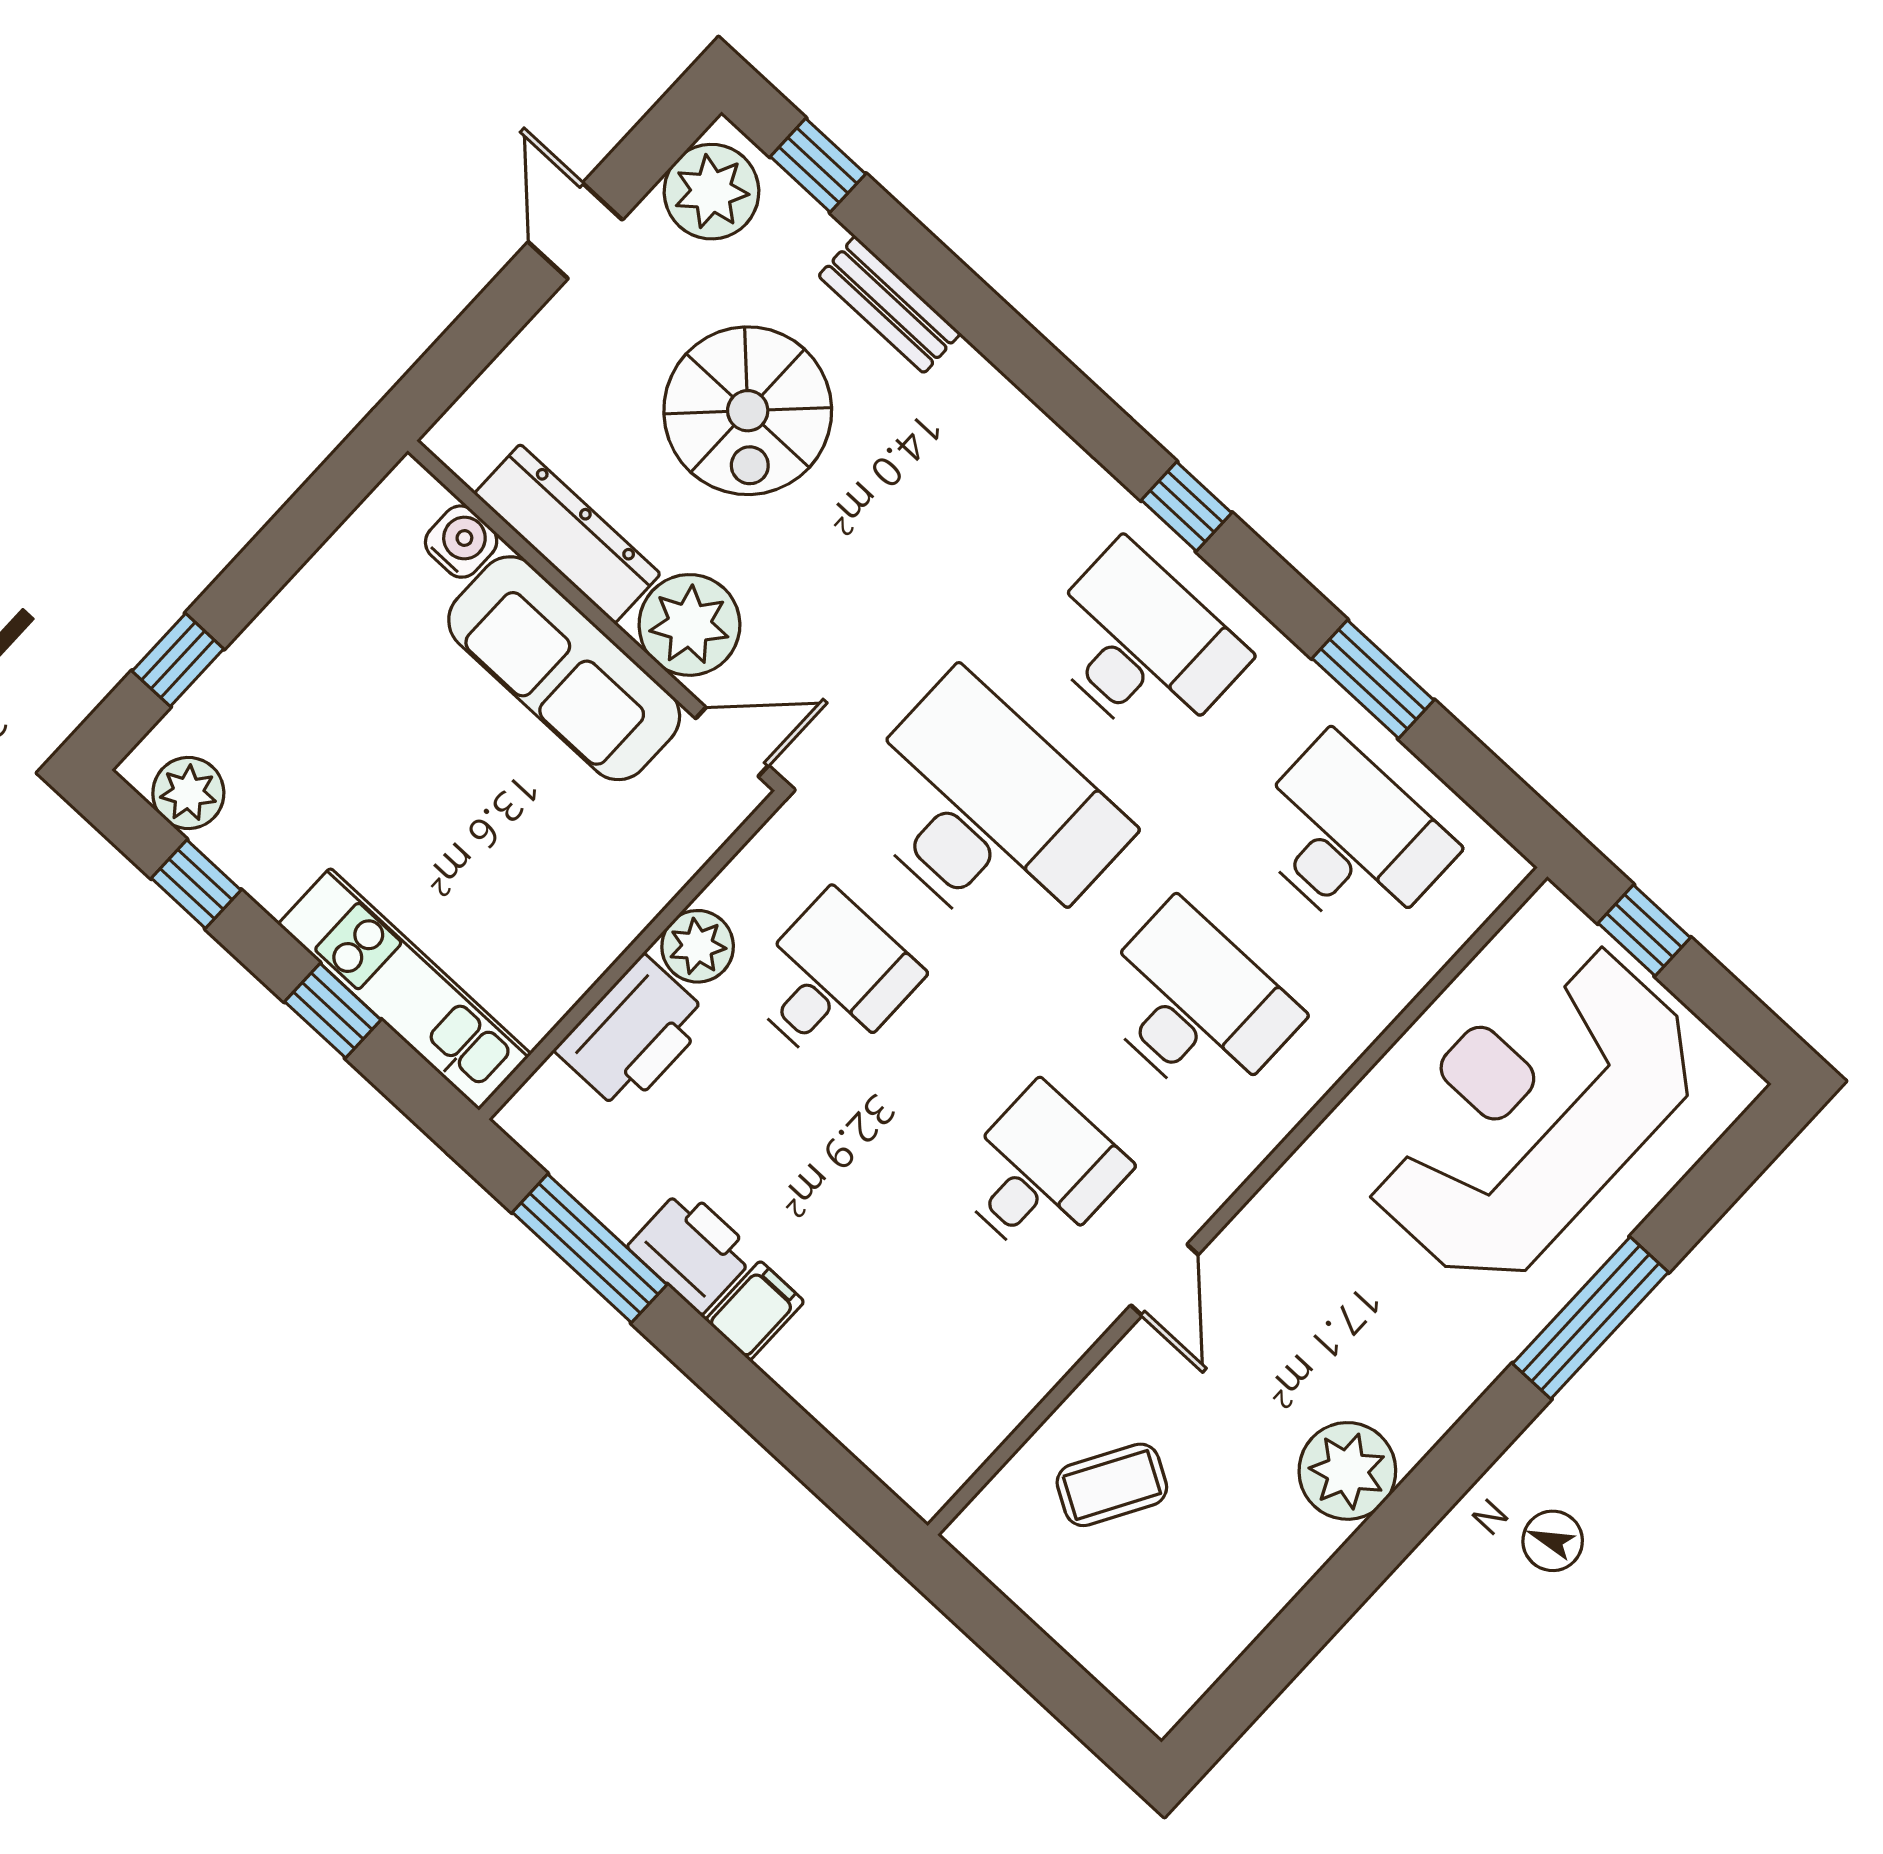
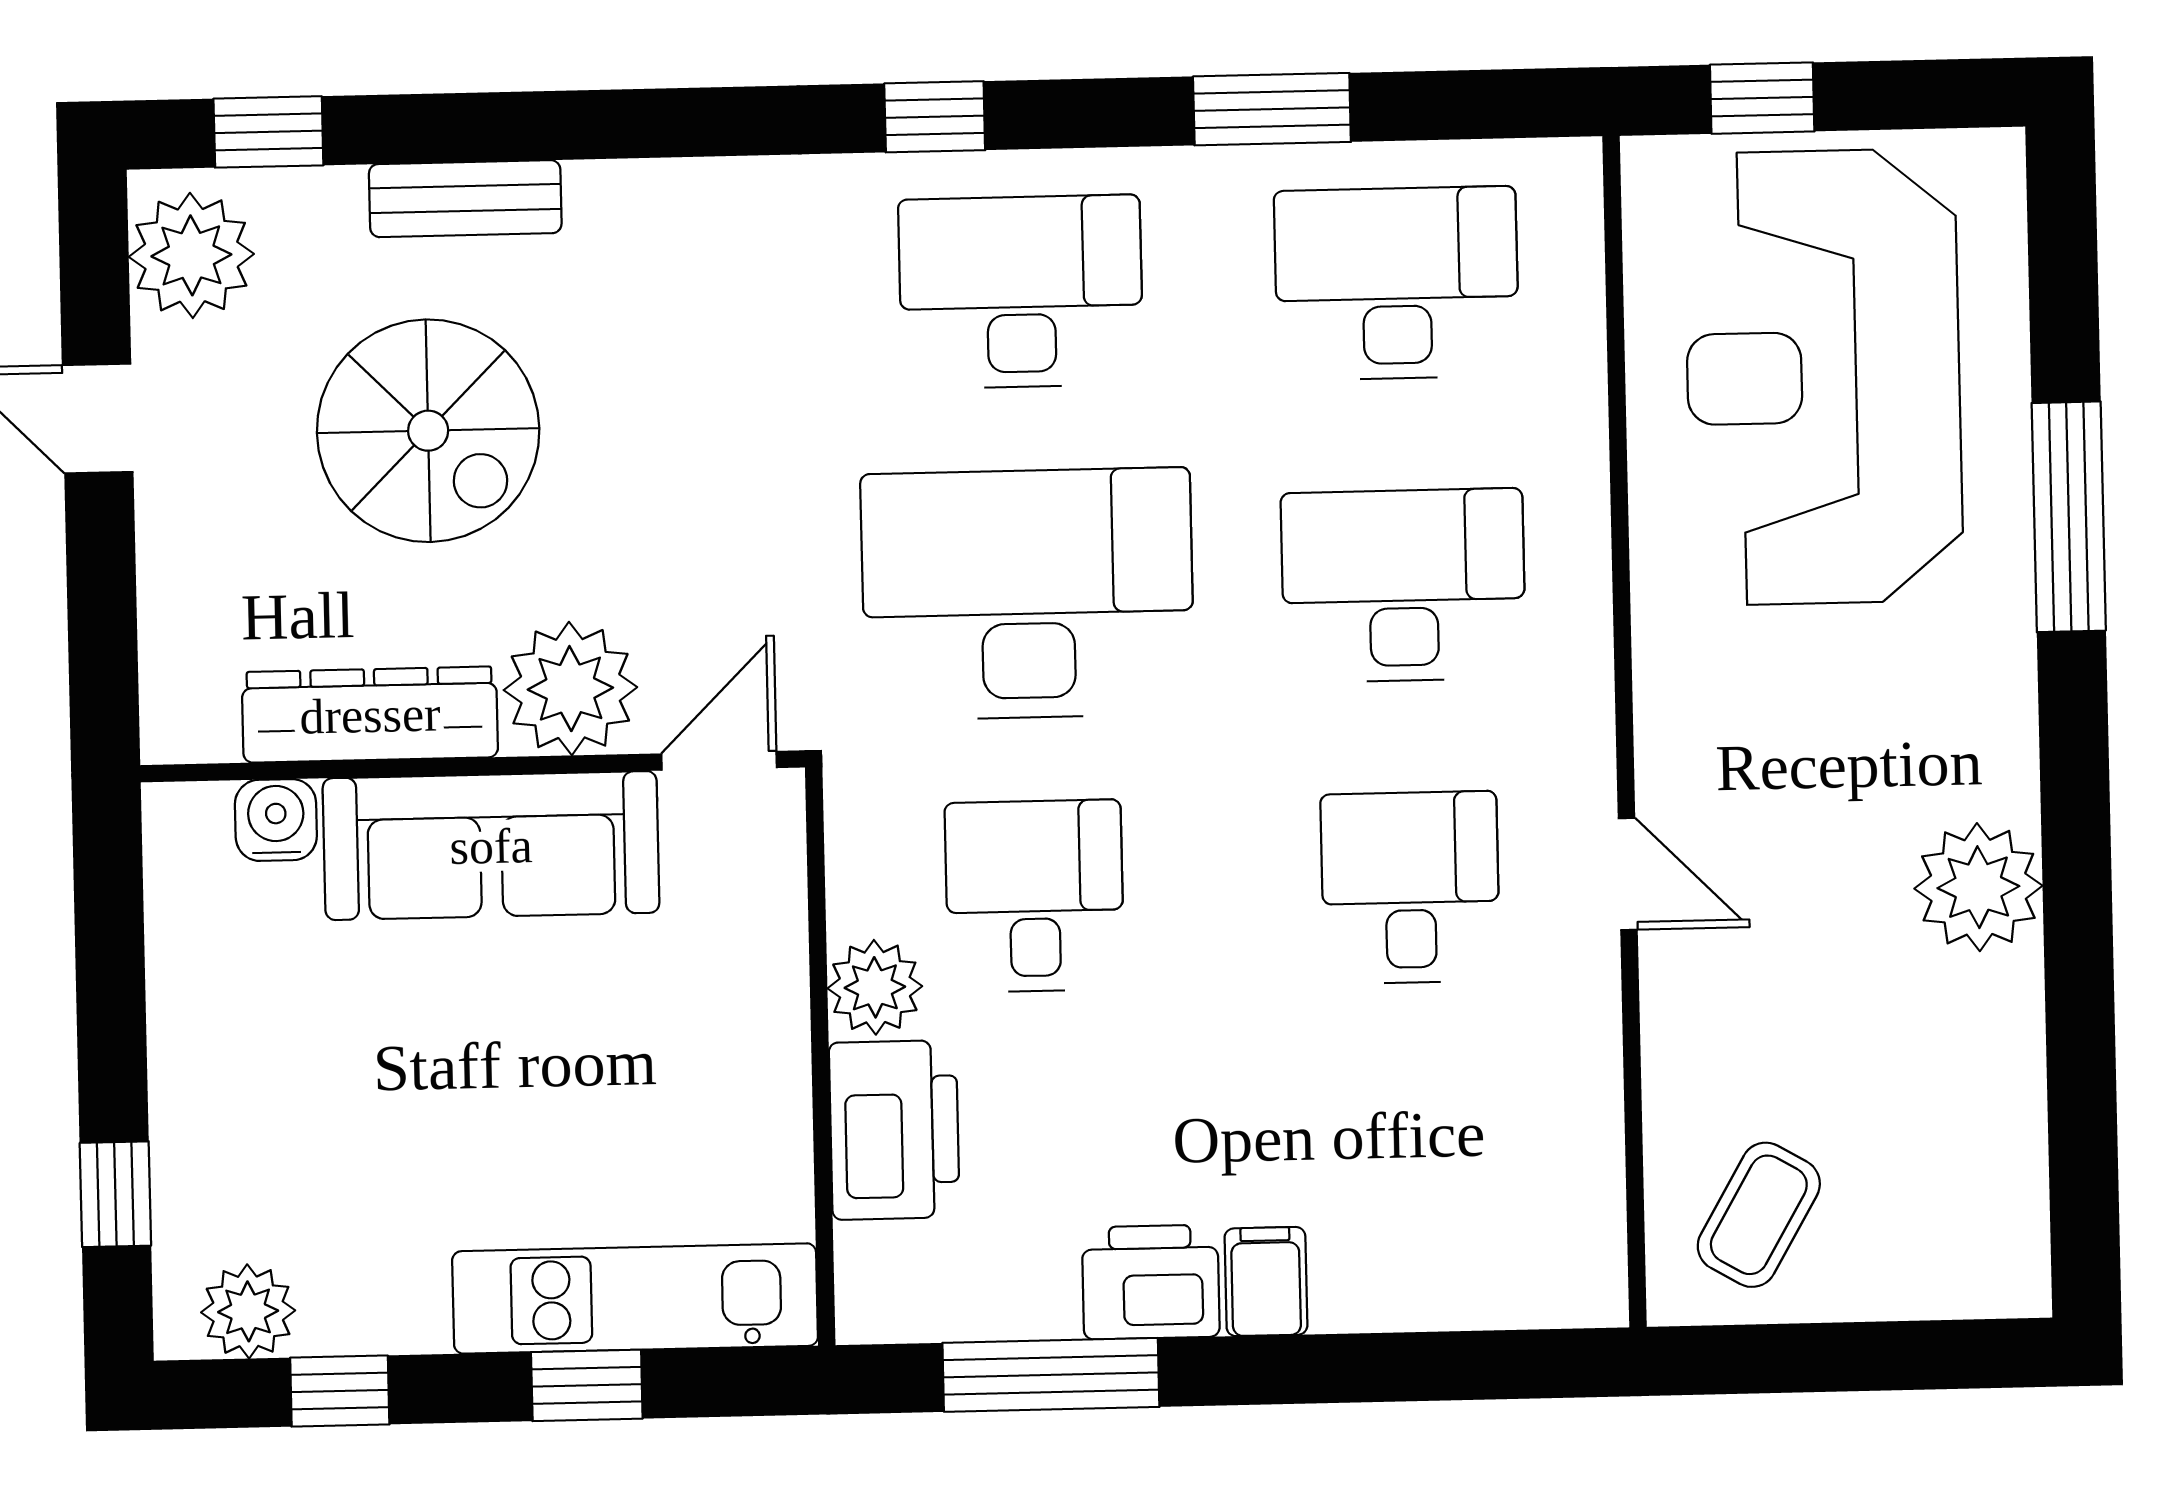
coffee table: (1112, 1485) -> (1759, 1215), moved

